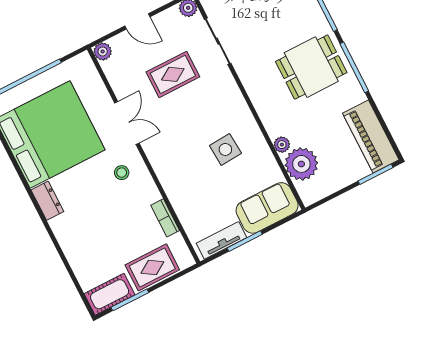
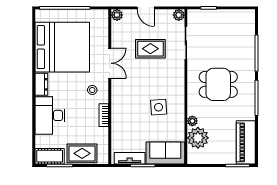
dining table: (311, 67) -> (218, 84), moved
bookcase: (165, 218) -> (104, 115), moved
desk: (81, 238) -> (50, 115), added

